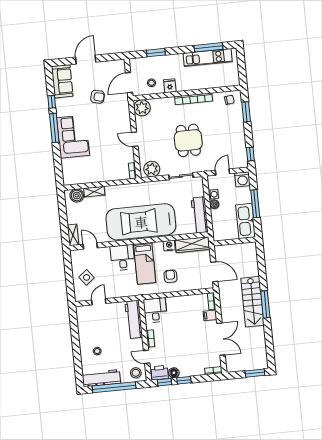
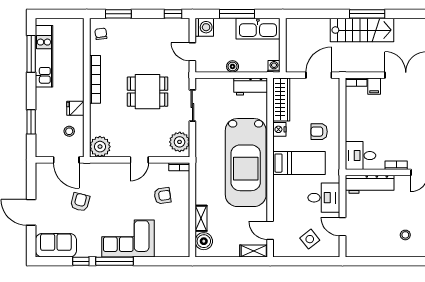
armchair: (109, 160) -> (162, 196), added
washing machine: (213, 194) -> (274, 66), moved
workbench: (200, 215) -> (251, 86), width x0.73
door: (90, 246) -> (270, 230), hinge flipped
desk: (123, 257) -> (324, 198), moved, turned 180

